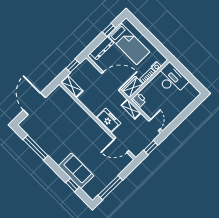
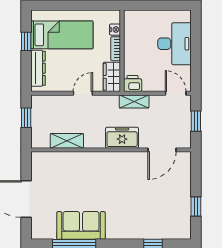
desk: (172, 79) -> (175, 44), moved, turned 90
door: (111, 81) -> (83, 93), width x0.53
shelving: (72, 87) -> (67, 141), moved
sofa: (76, 171) -> (81, 225), moved
window: (110, 188) -> (196, 207), width x0.46

